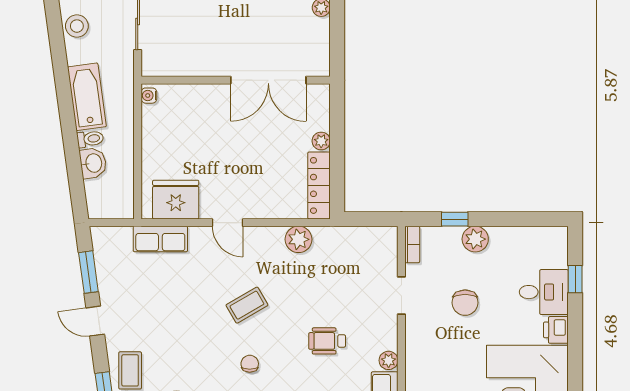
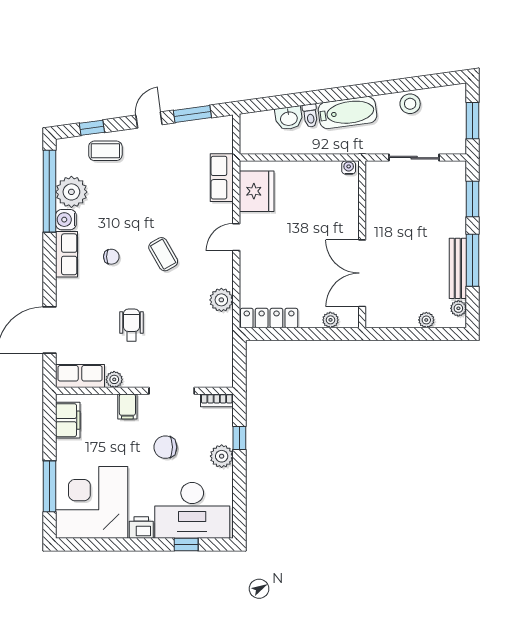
plant: (321, 141) -> (330, 320), moved
desk: (544, 292) -> (192, 510), width x1.87, depth x1.30
doorway: (401, 295) -> (172, 391), width x1.38
filing cabinet: (419, 346) -> (127, 406), added

